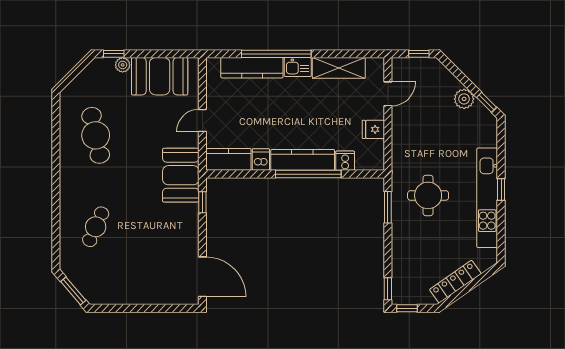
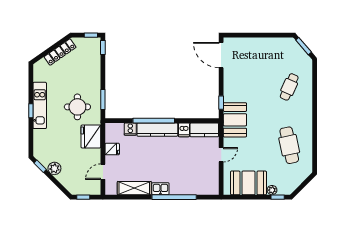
kitchen counter: (252, 68) -> (190, 188), removed
fridge: (407, 149) -> (91, 136), added
kitchen unit: (487, 198) -> (40, 105), width x0.73

